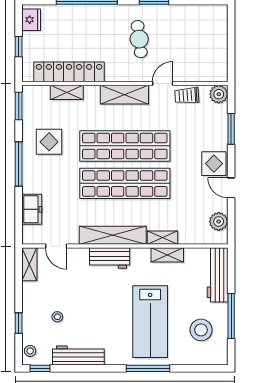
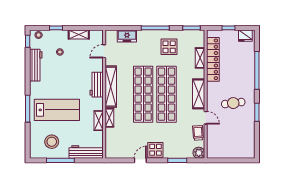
plant: (219, 221) -> (119, 153), removed
shelving: (29, 264) -> (79, 34), moved
lab bench: (150, 322) -> (57, 110), turned 180

